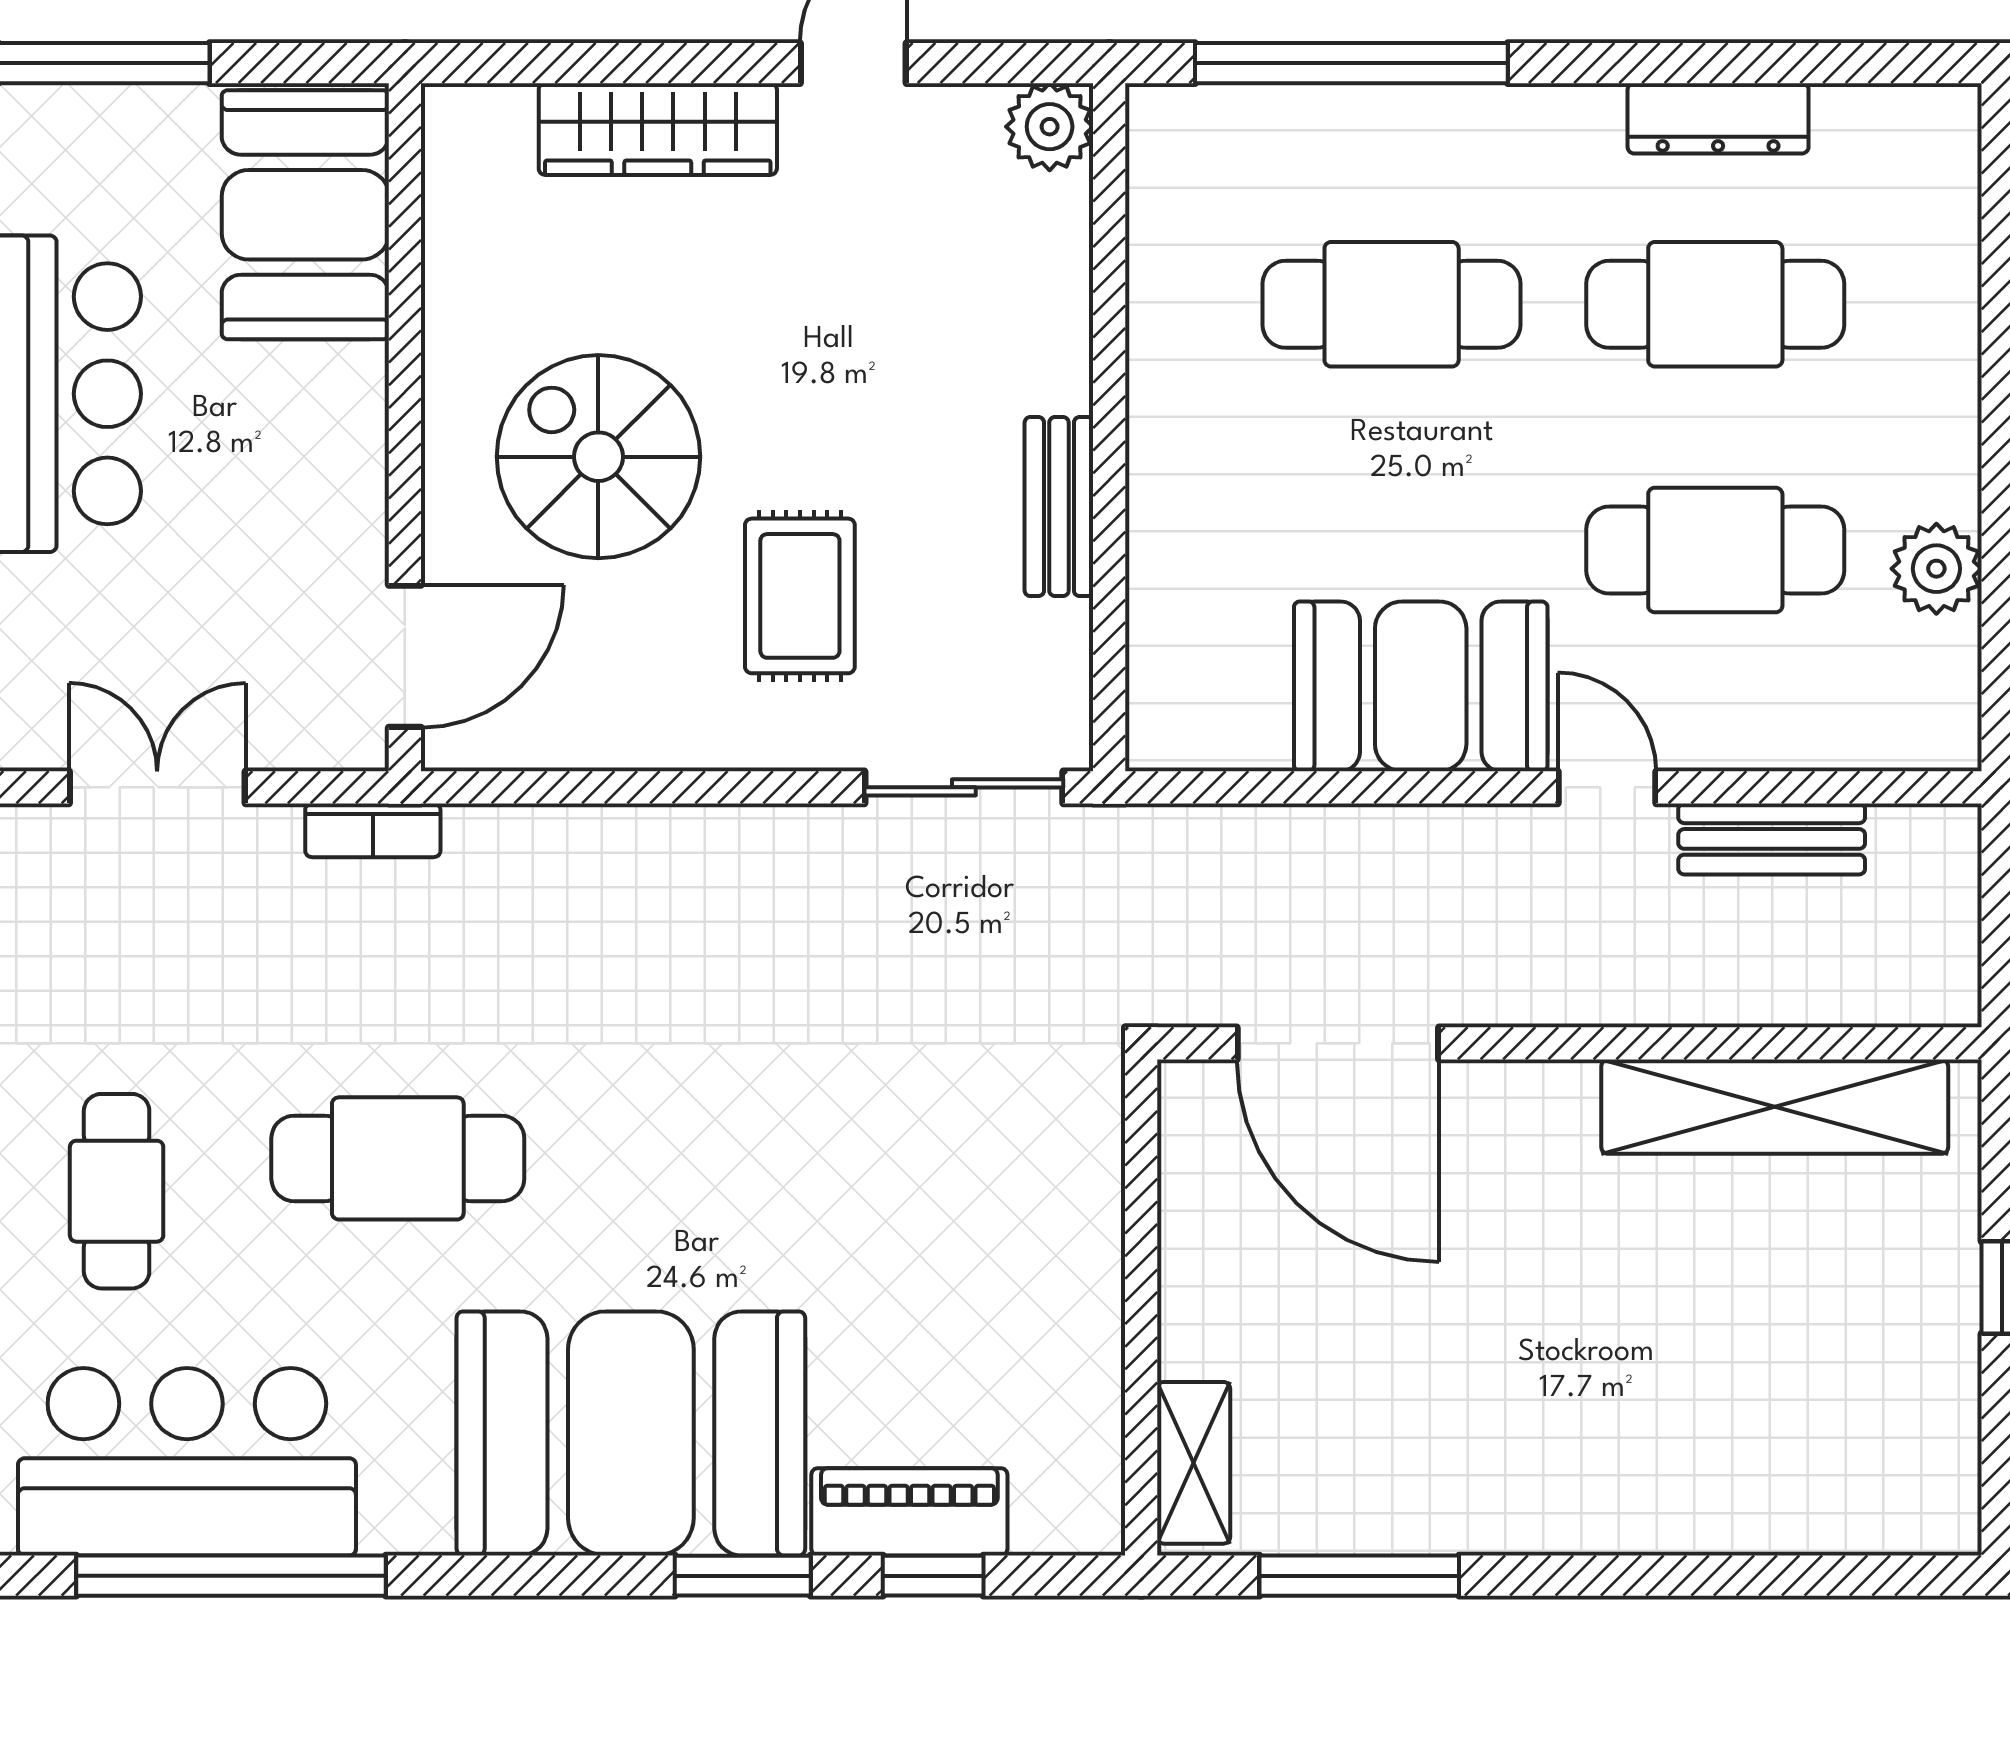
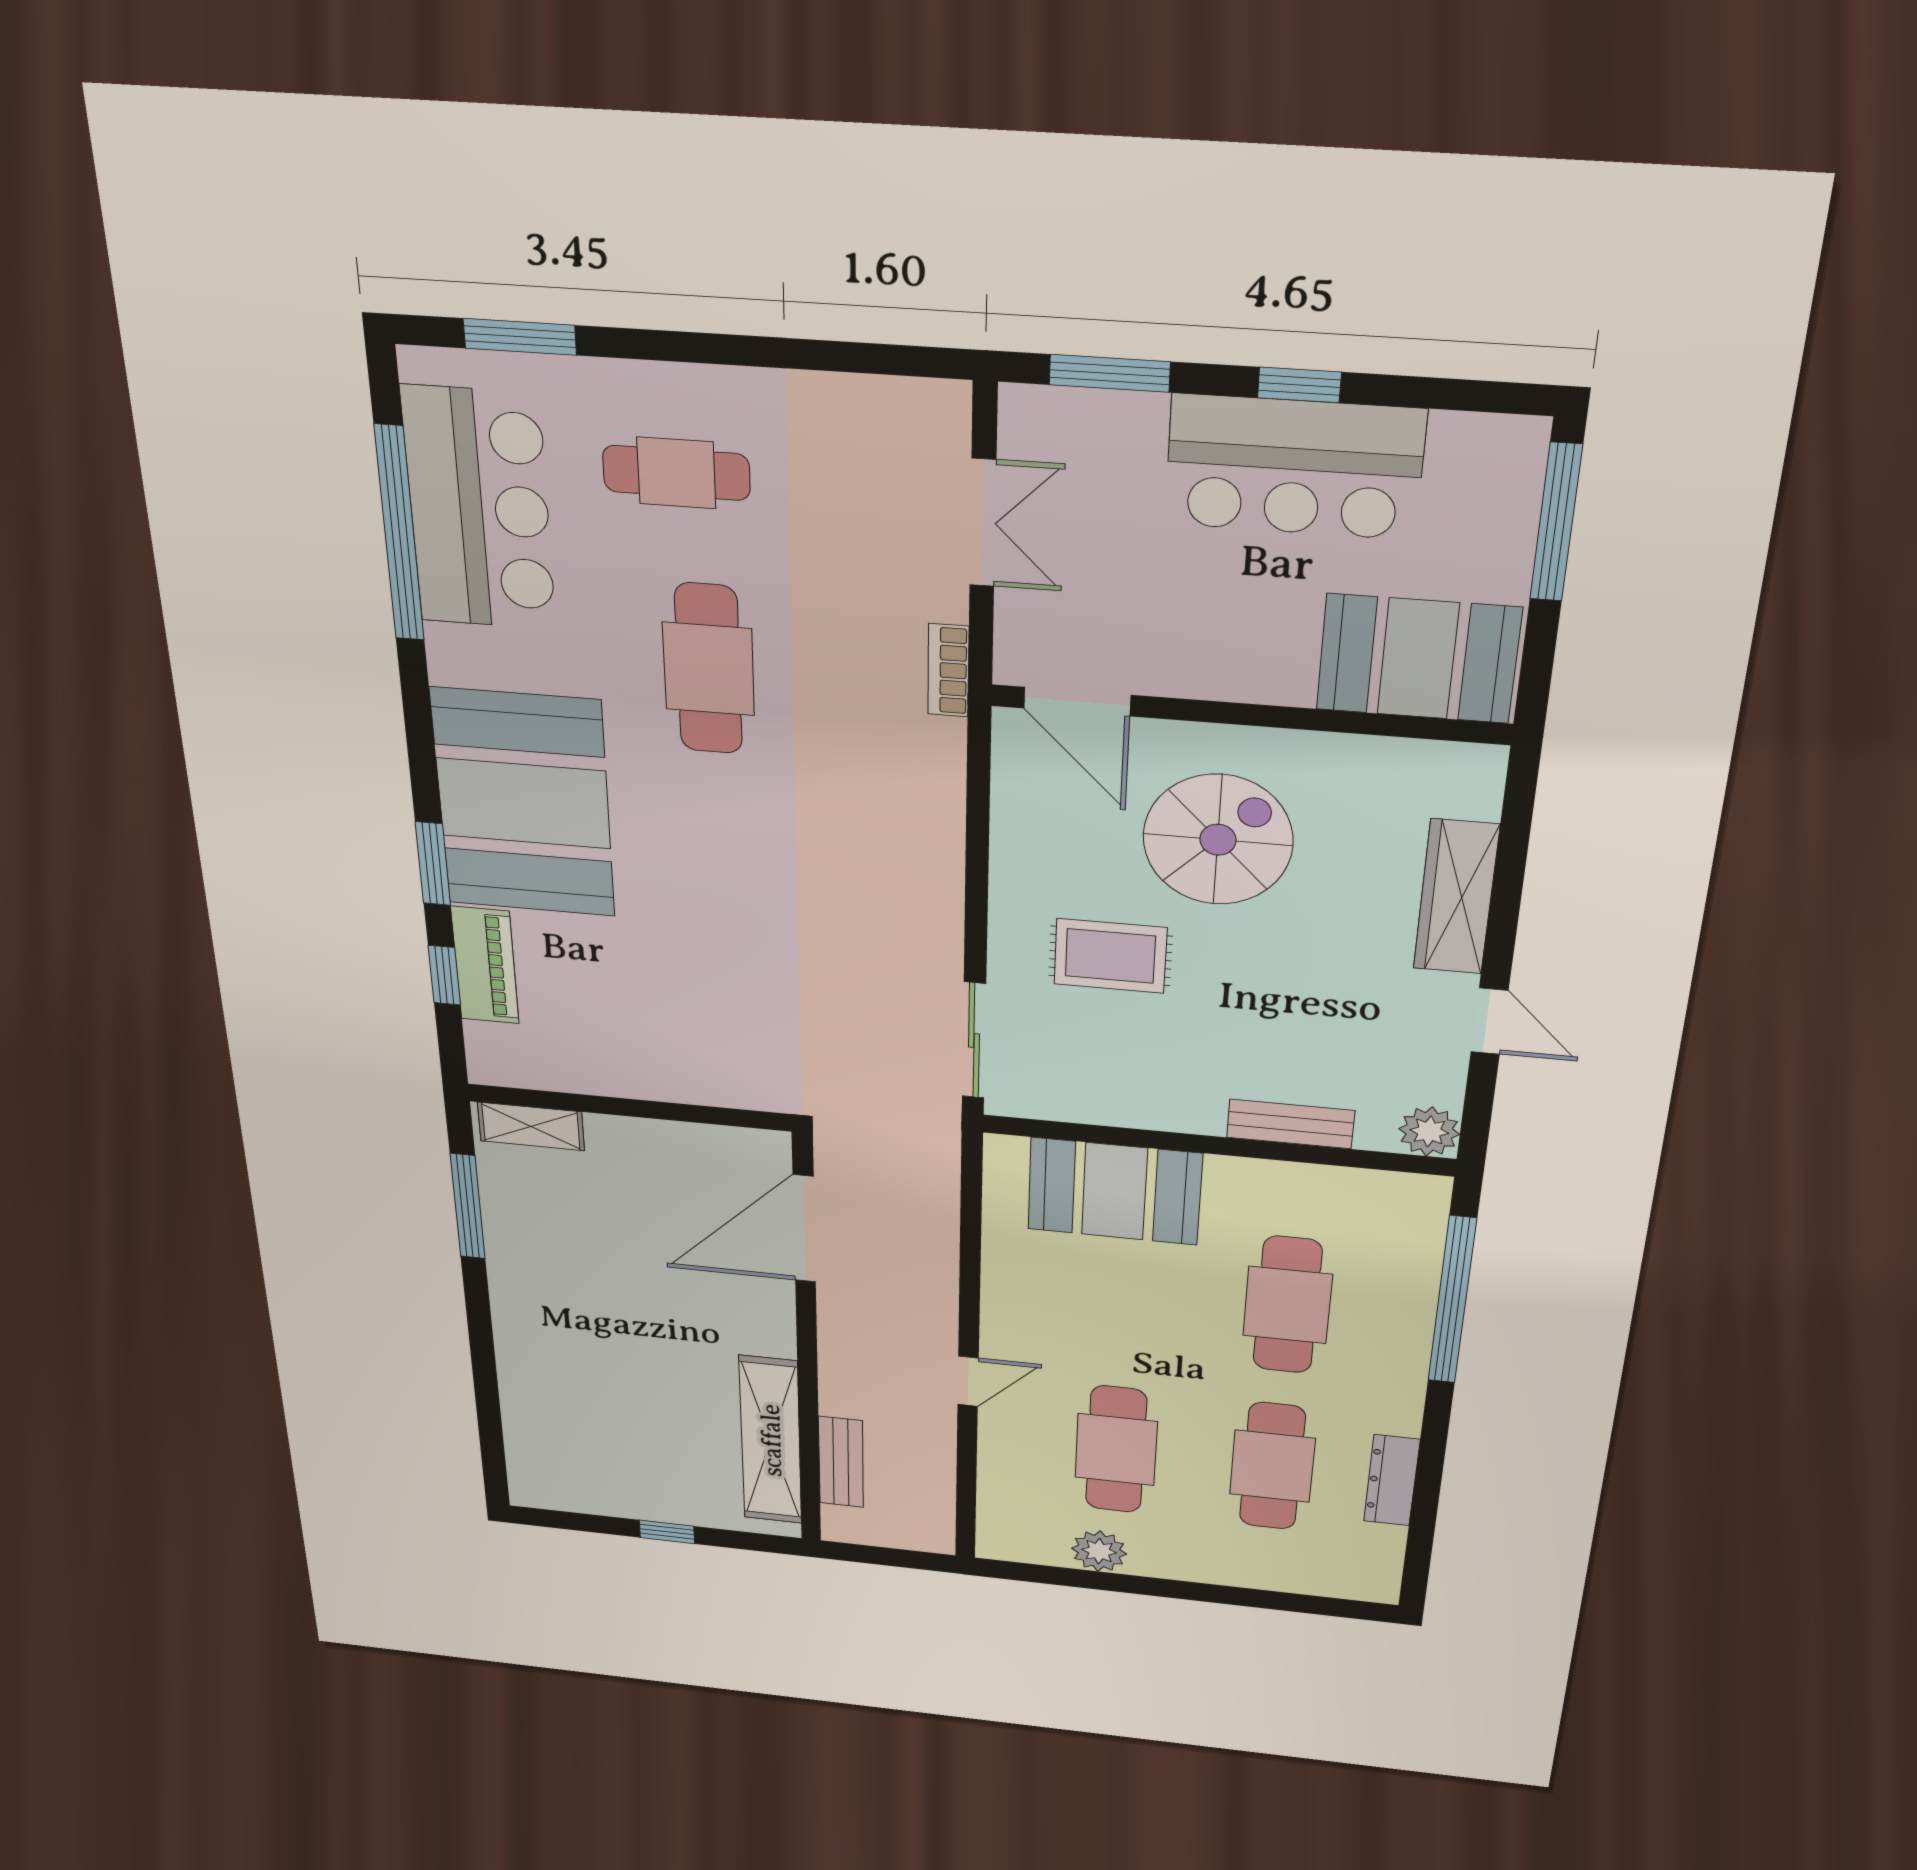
bench: (1059, 507) -> (1291, 1124), moved
booth: (1421, 686) -> (1114, 1191), moved, turned 90
bench: (1772, 839) -> (841, 1462), moved

